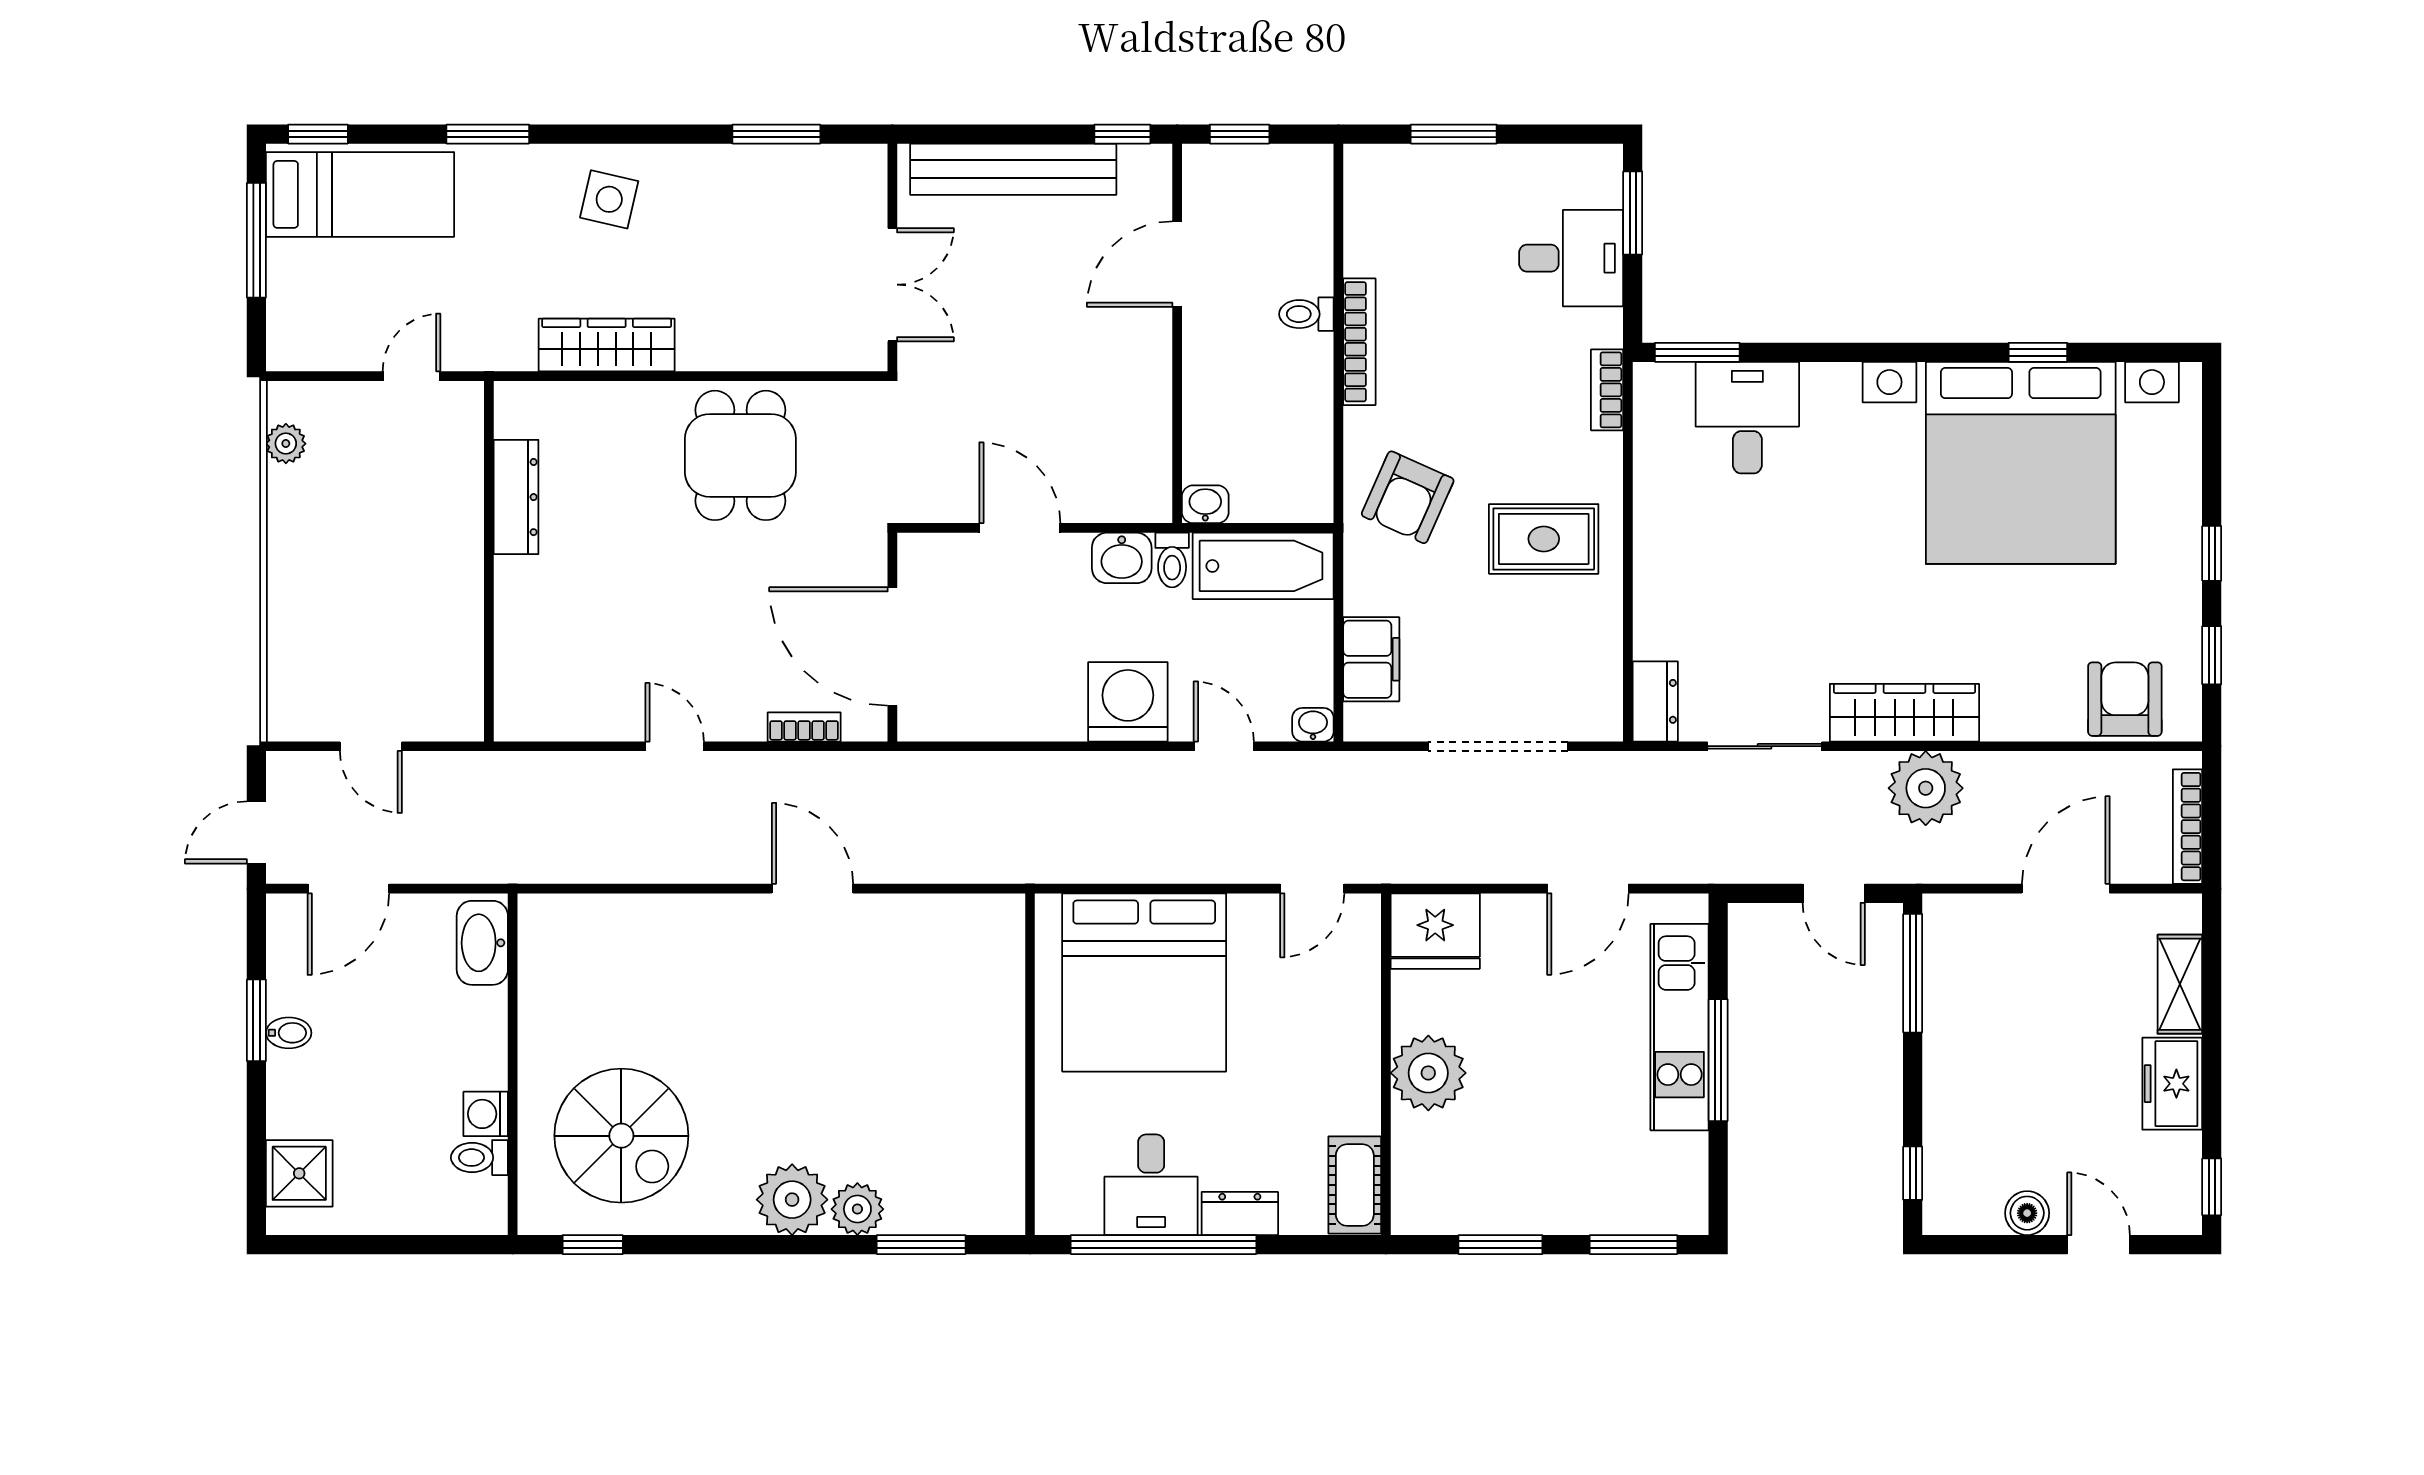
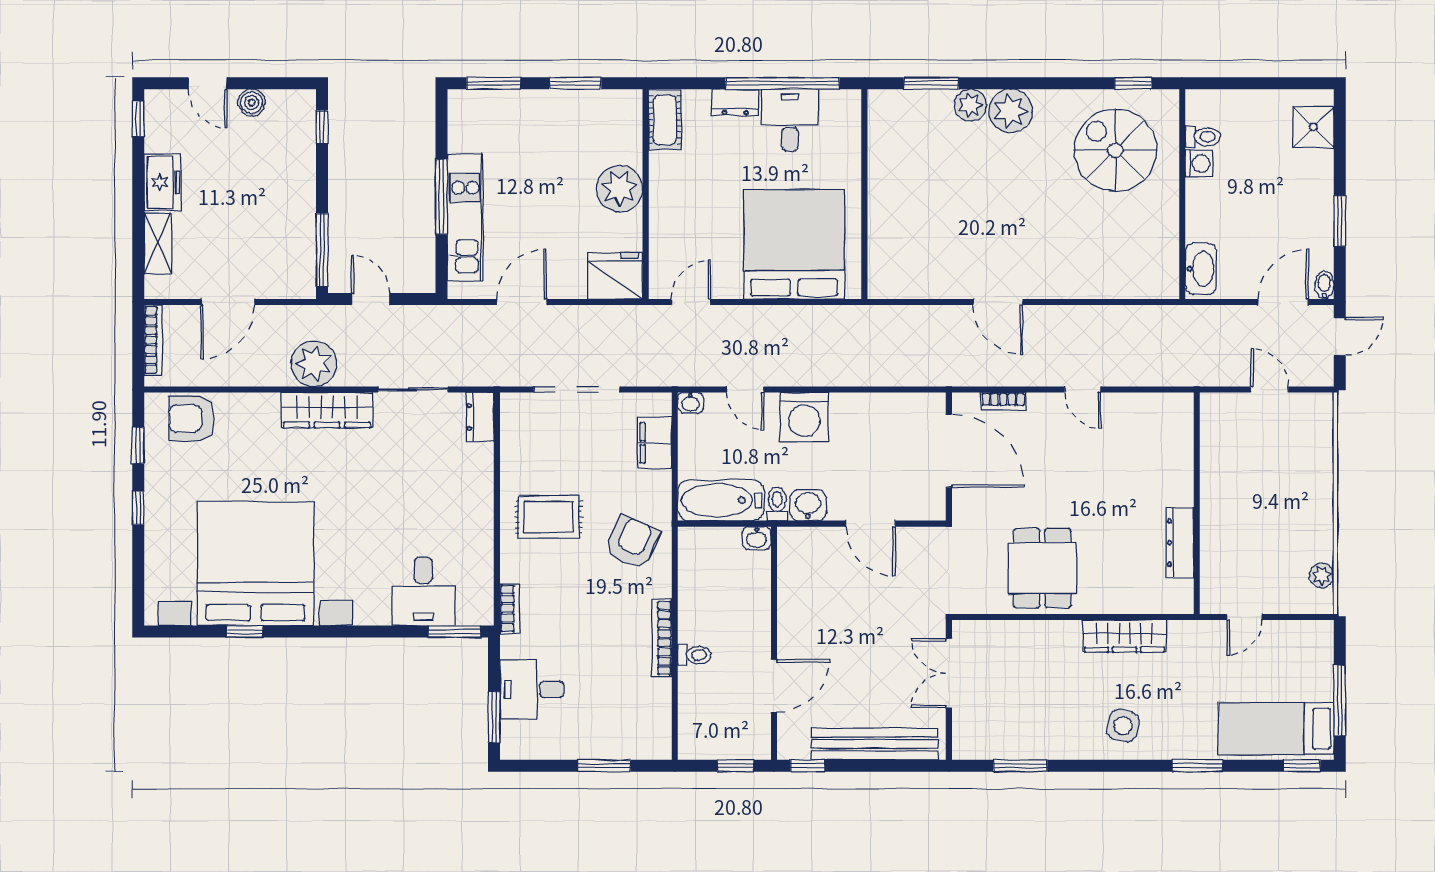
armchair: (2125, 699) -> (192, 418), turned 90
bidet: (289, 1033) -> (1324, 285), moved, turned 90

